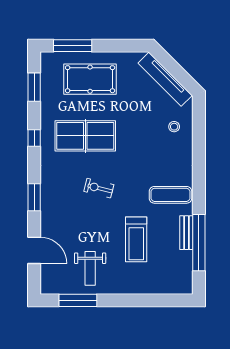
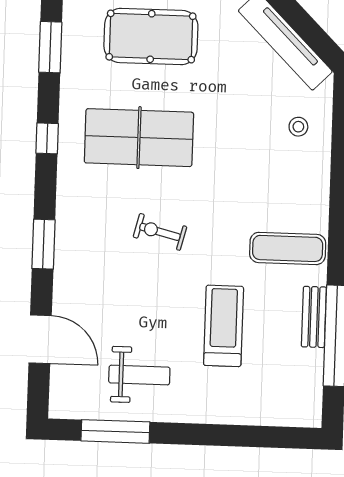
treadmill: (136, 239) -> (224, 326), turned 180
weight bench: (90, 268) -> (139, 375), turned -90

